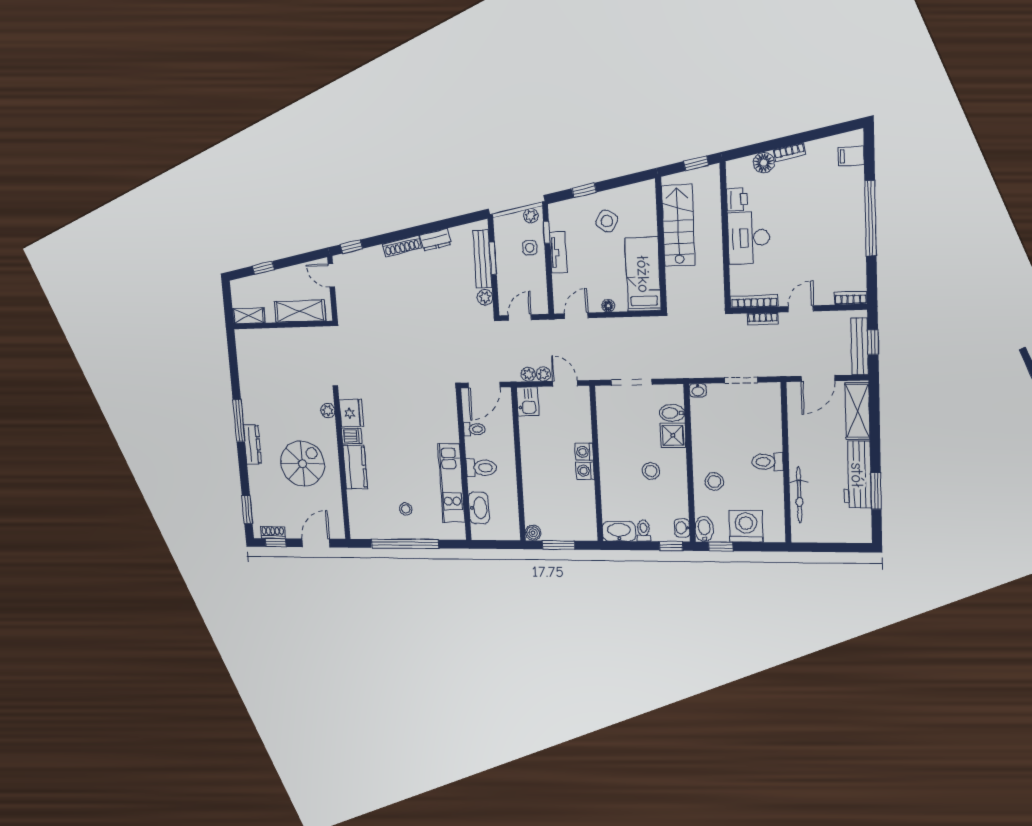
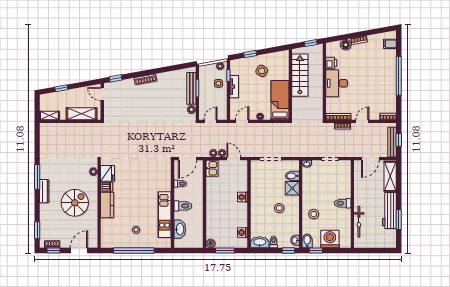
dresser: (435, 240) -> (165, 77), removed
washing machine: (585, 471) -> (242, 232), moved

